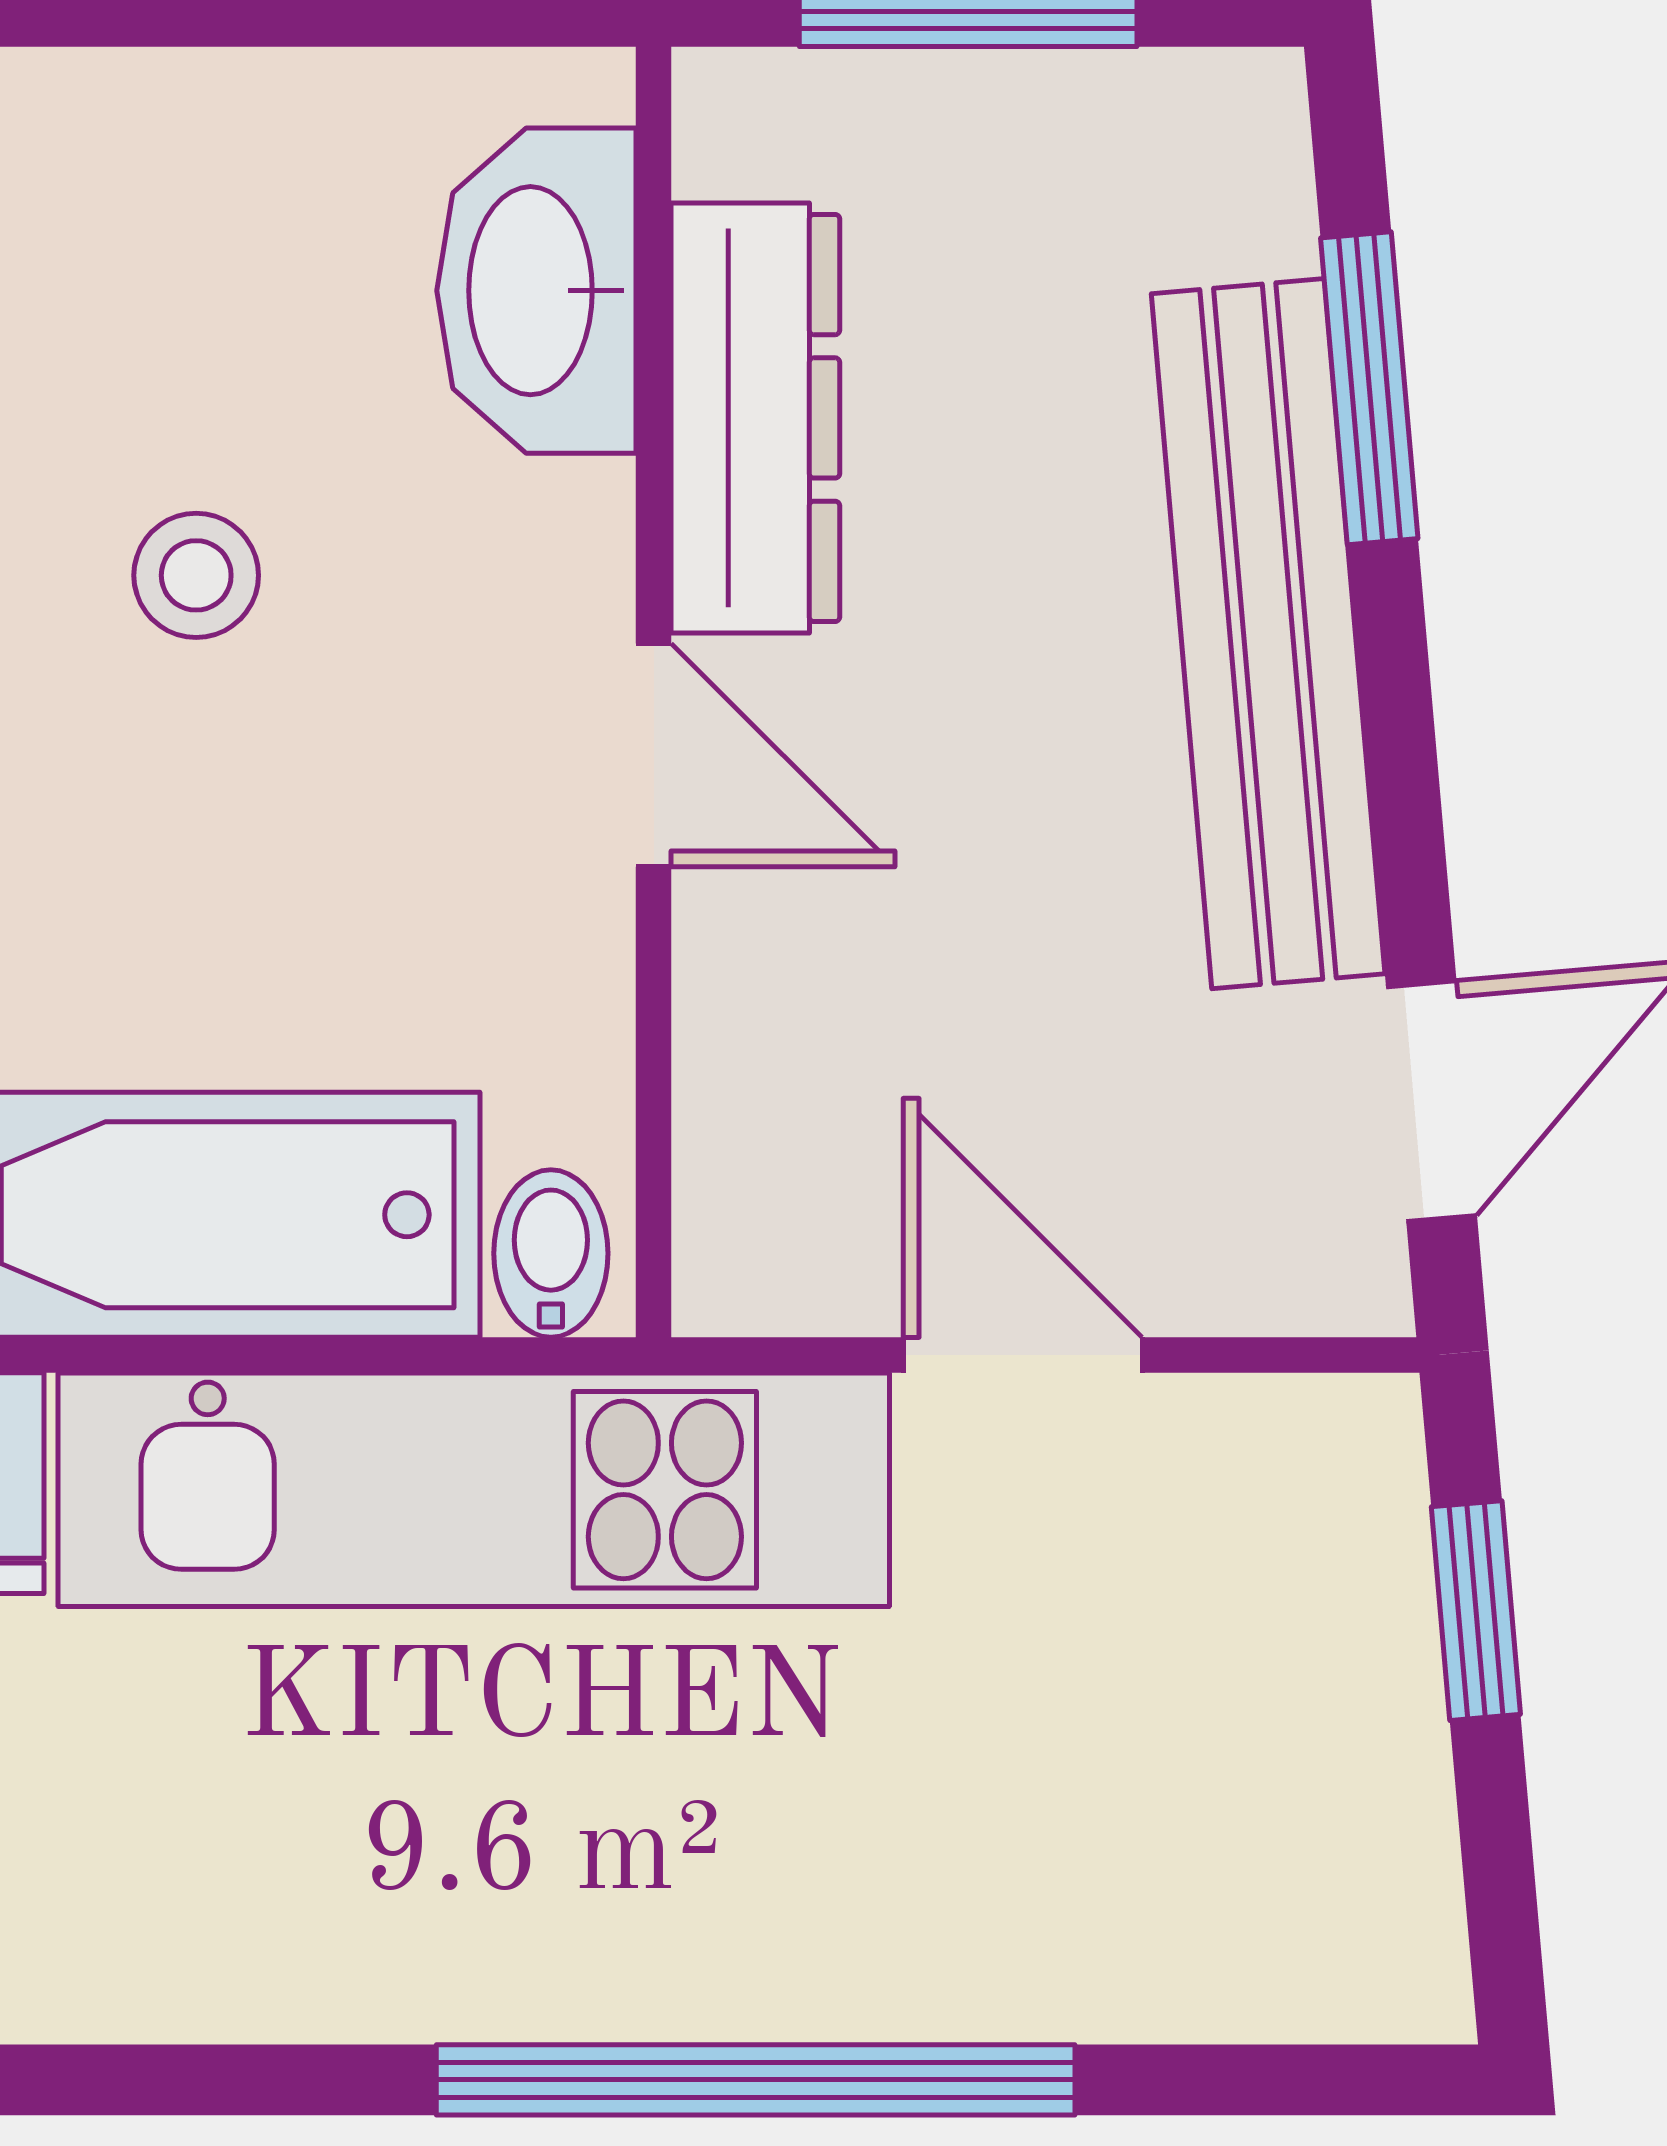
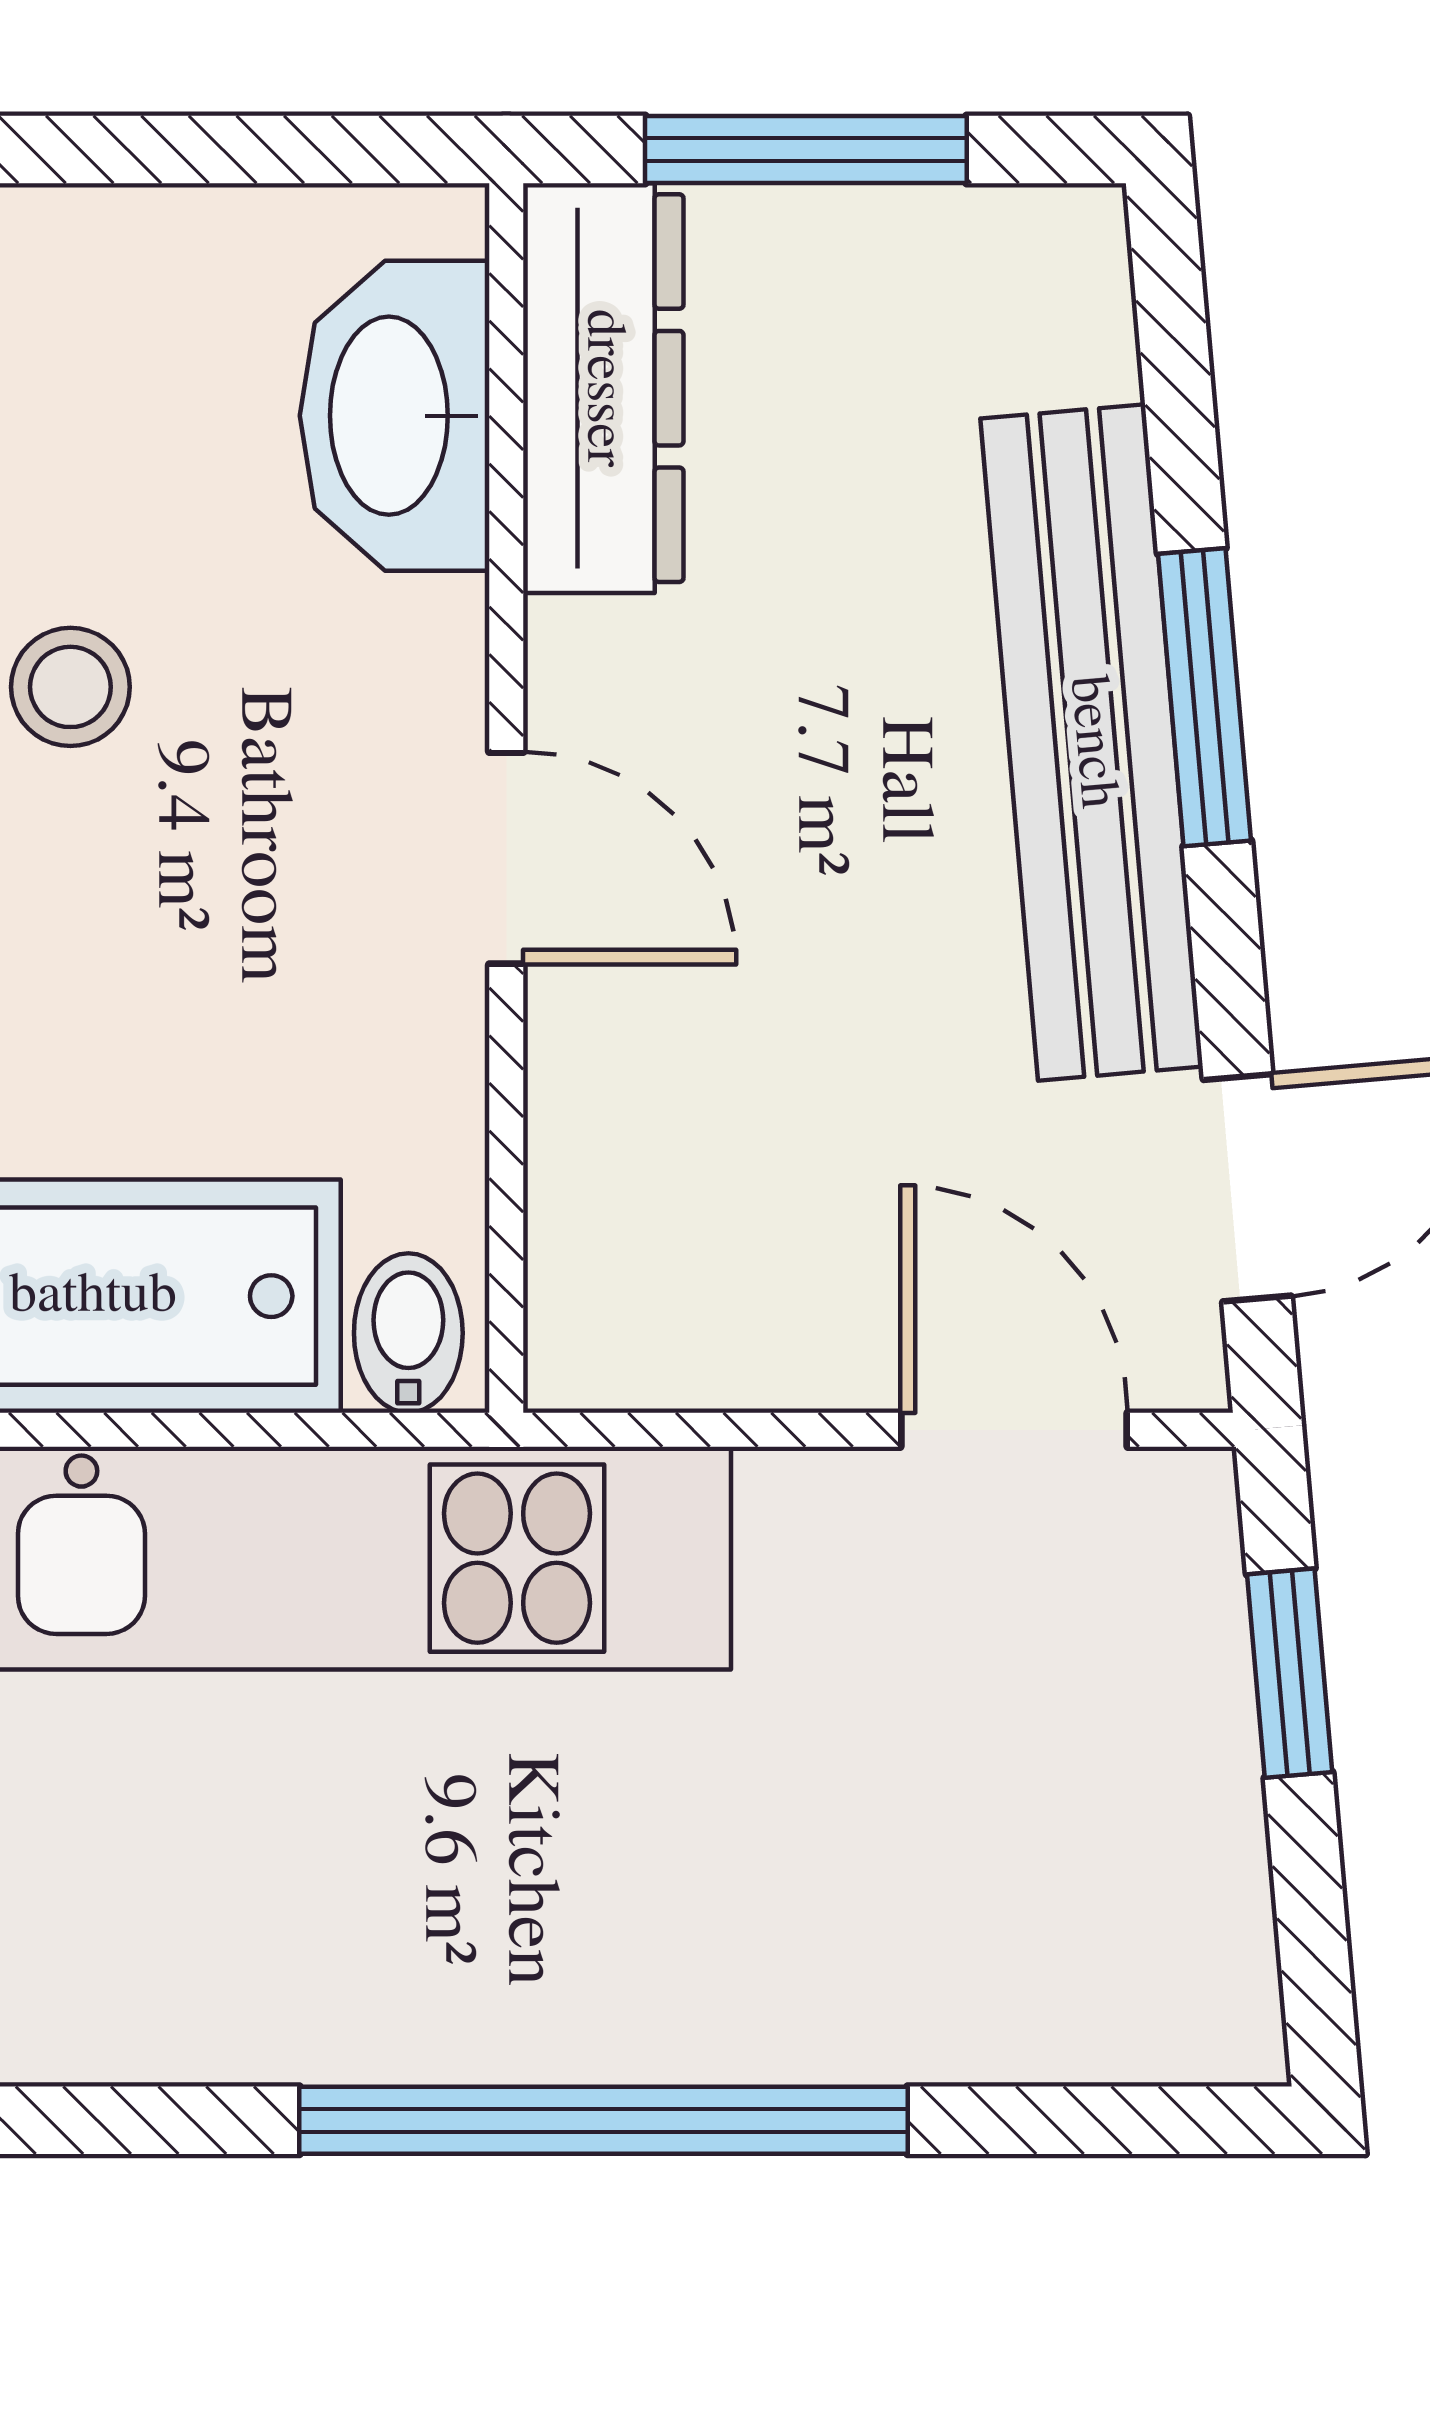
window: (1369, 388) -> (1205, 697), moved
dresser: (755, 418) -> (603, 388), moved
door: (1023, 1355) -> (1014, 1430), moved

